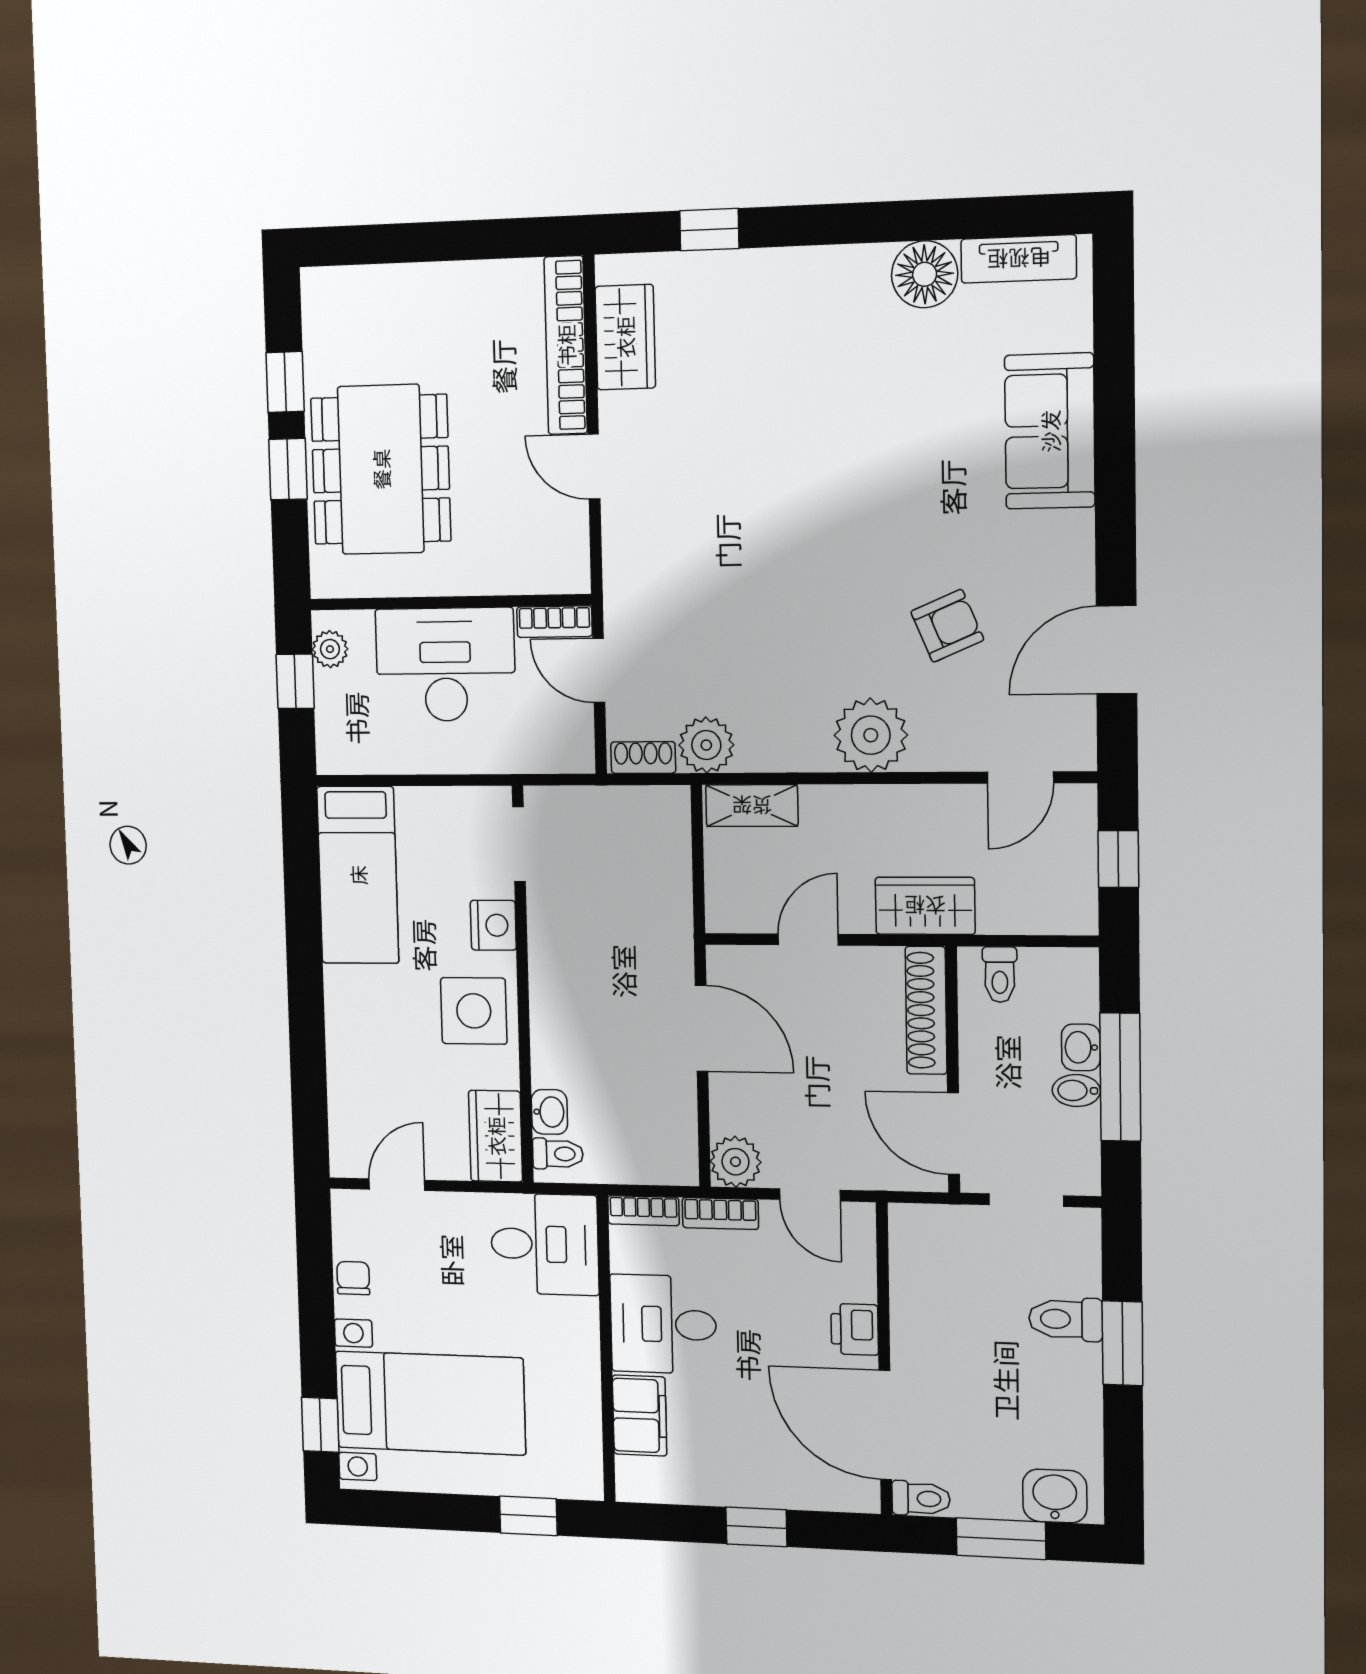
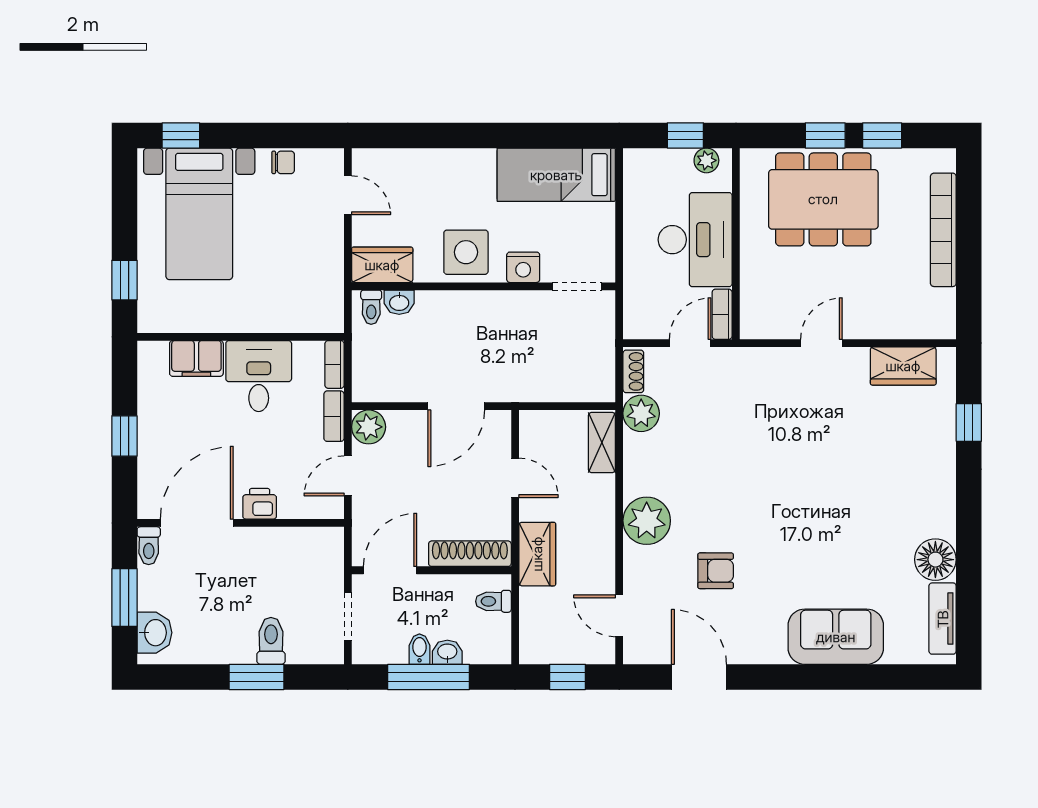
bookcase: (566, 345) -> (943, 230), moved, turned -90
armchair: (947, 626) -> (716, 571), turned -67
desk: (545, 1244) -> (310, 297), removed

